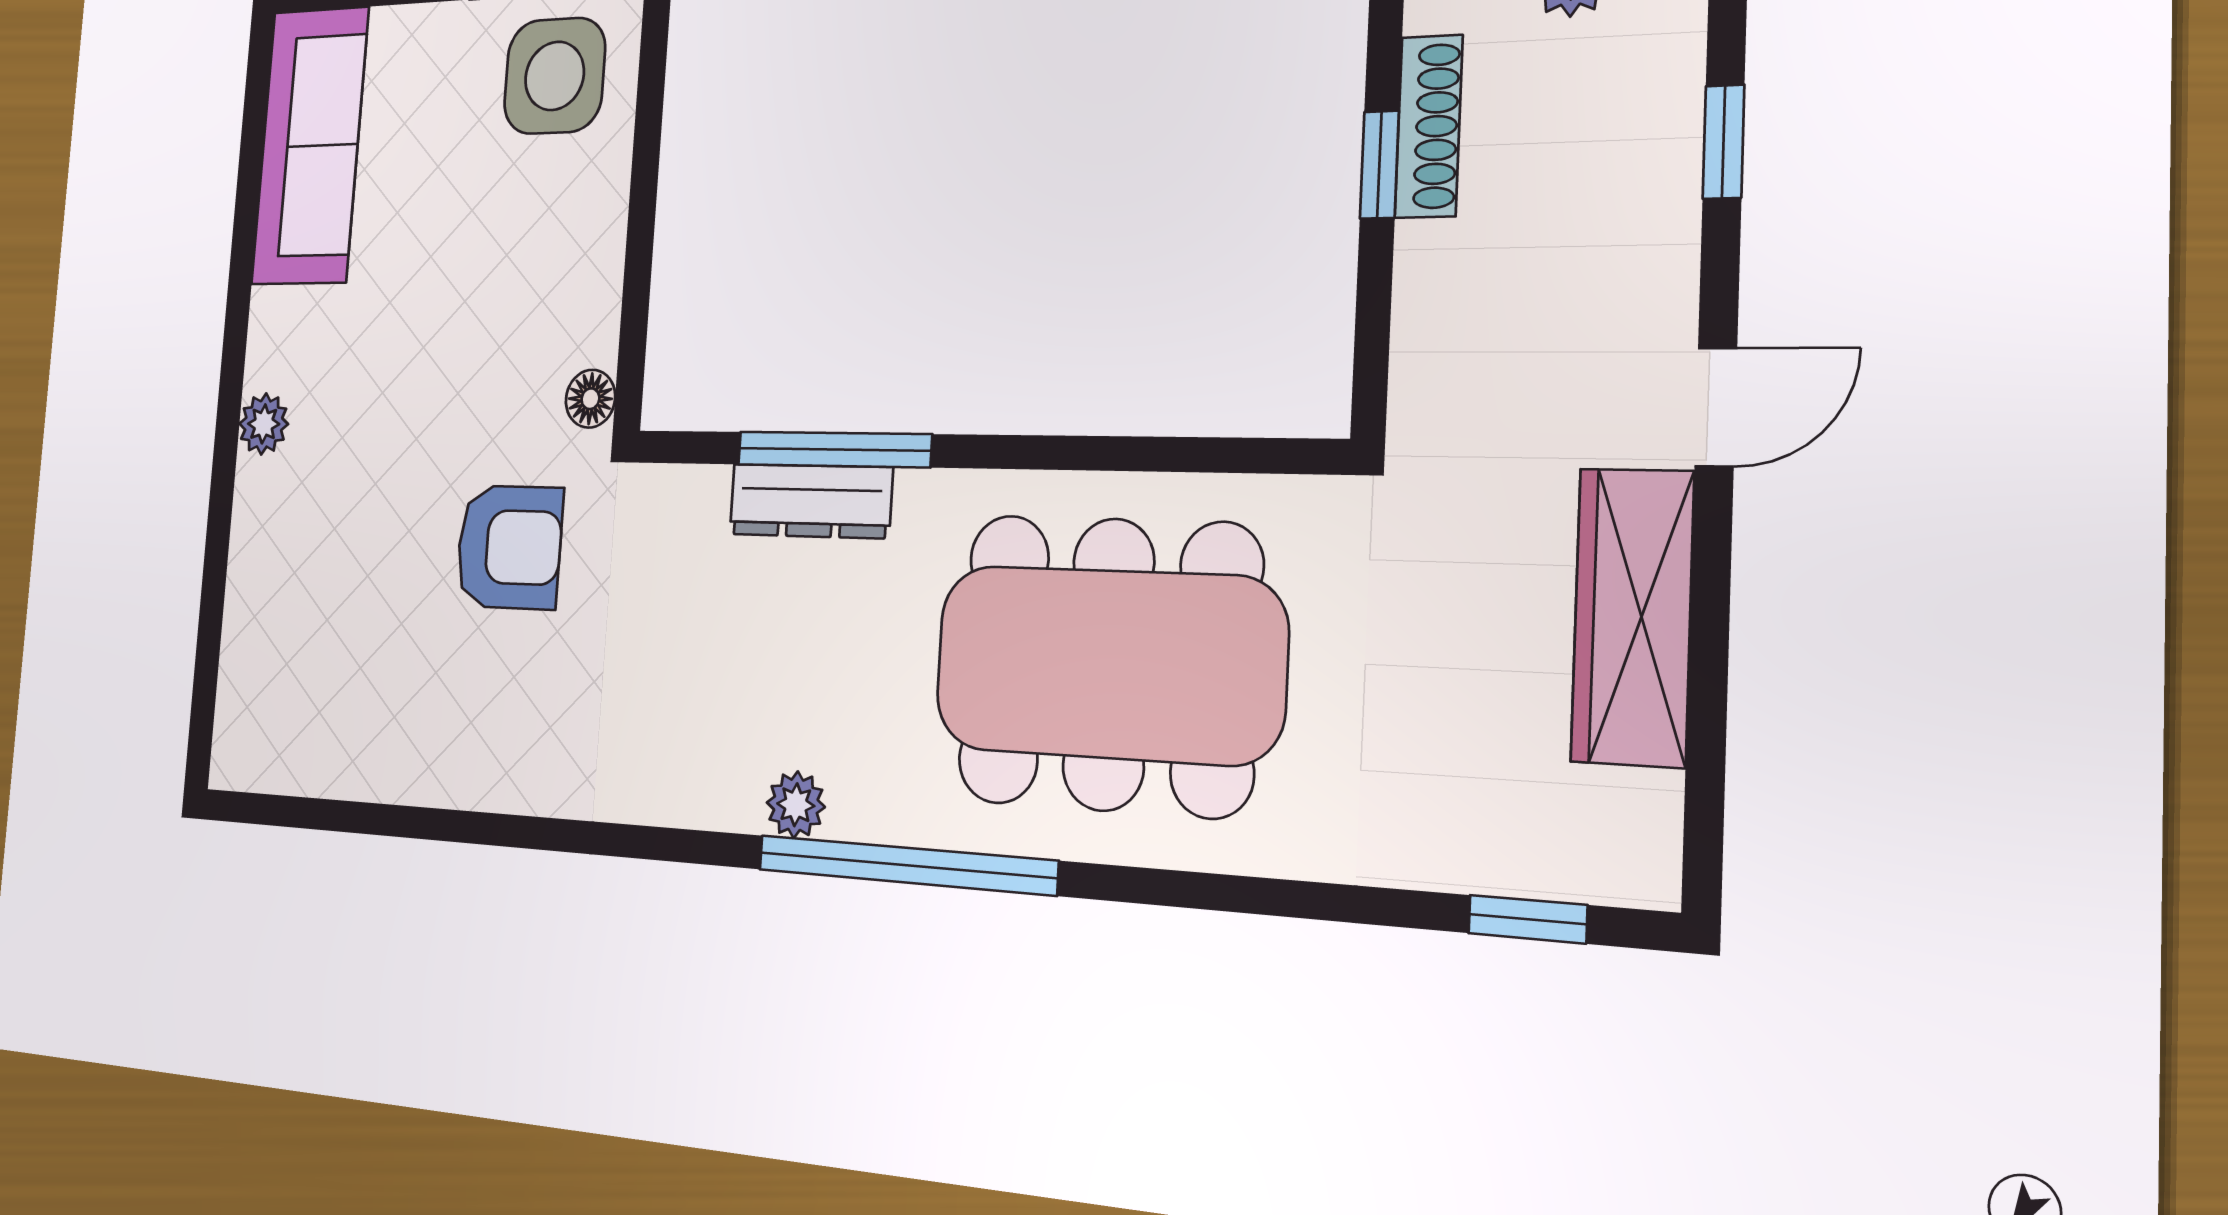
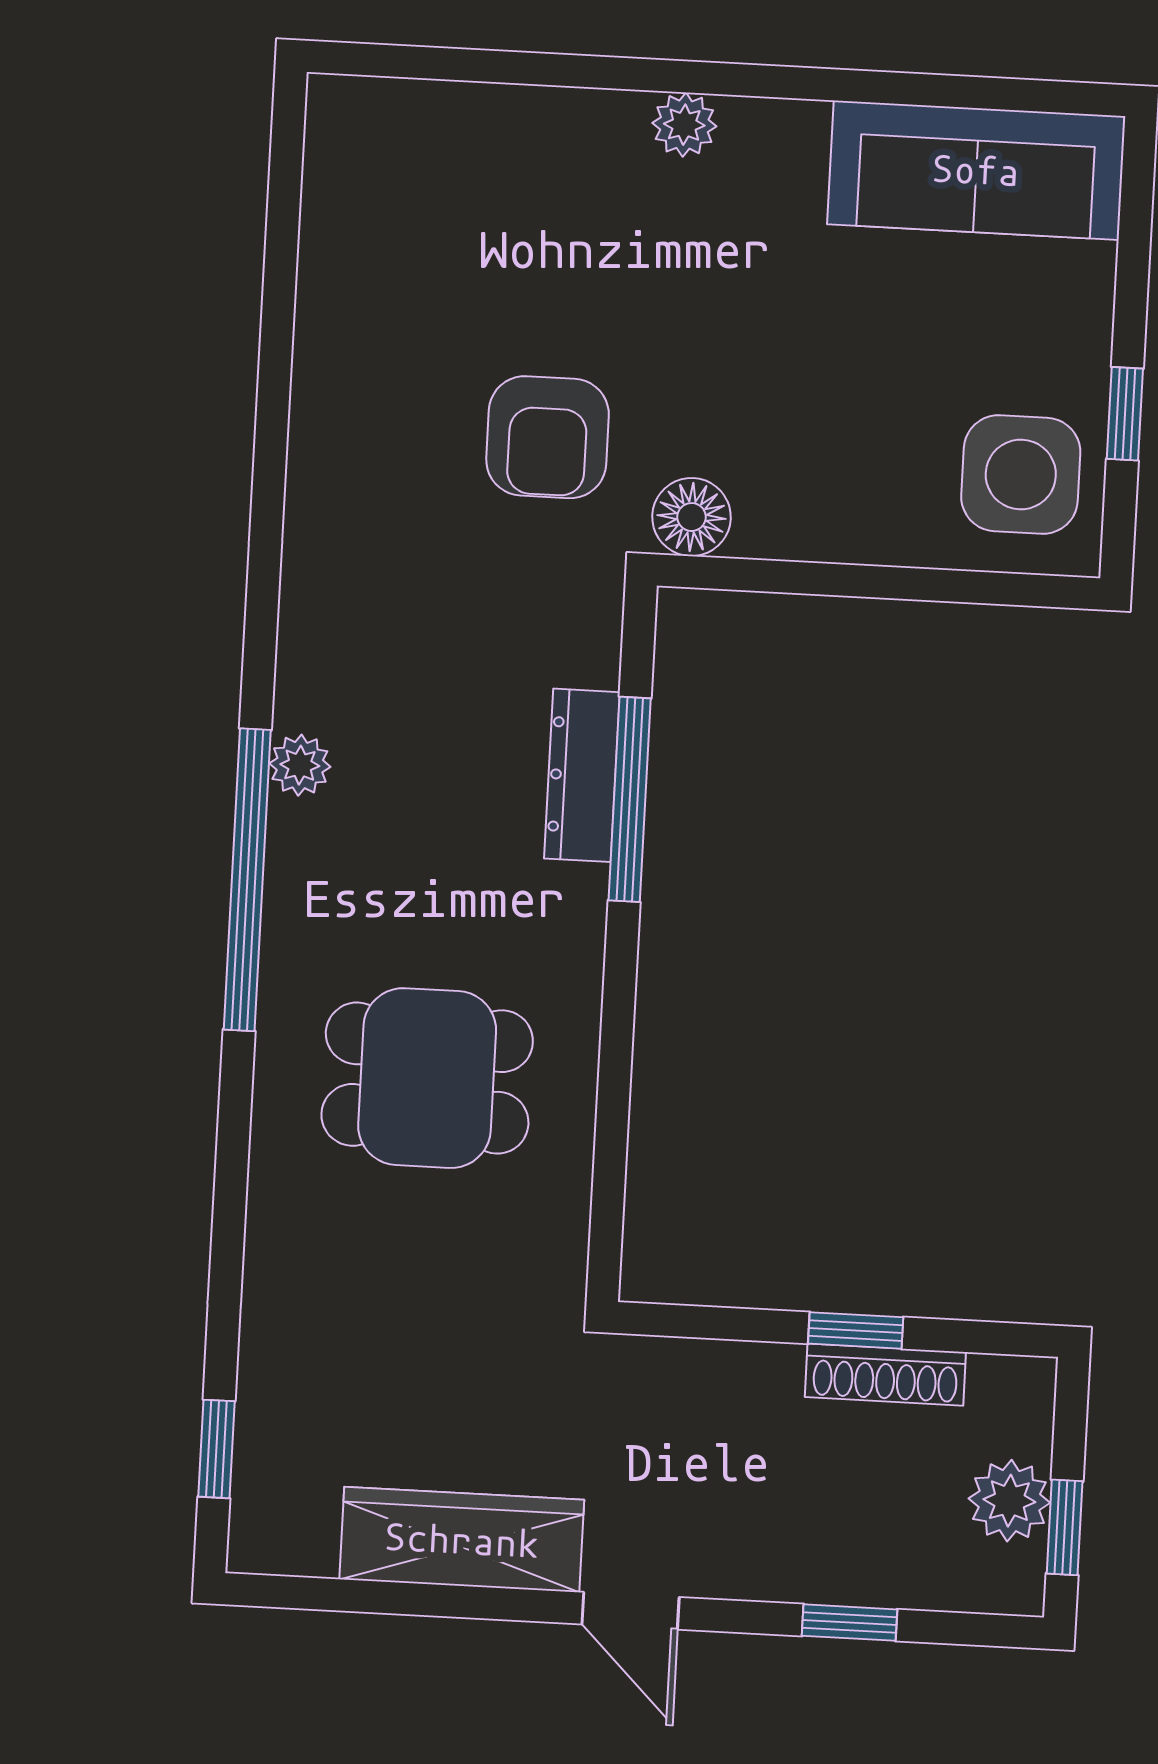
floor lamp: (590, 399) -> (692, 517), width x1.37, depth x1.37
dining table: (1109, 664) -> (427, 1078), width x0.53, depth x0.80

